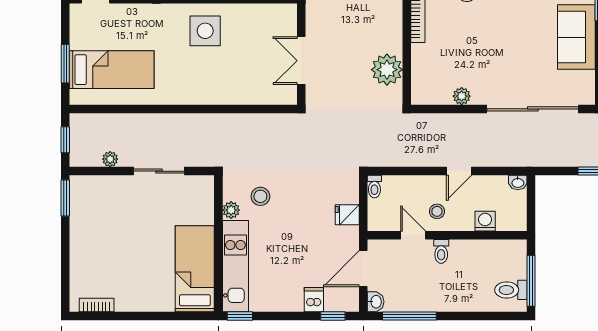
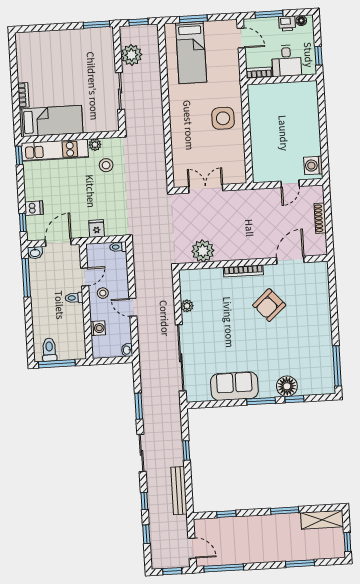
plant: (110, 159) -> (131, 55), width x1.87, depth x1.87
door: (363, 269) -> (58, 242), hinge flipped
bookcase: (97, 305) -> (23, 95), moved

